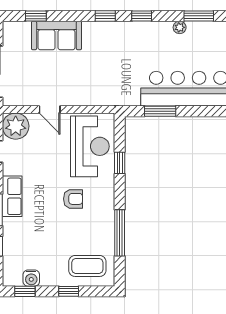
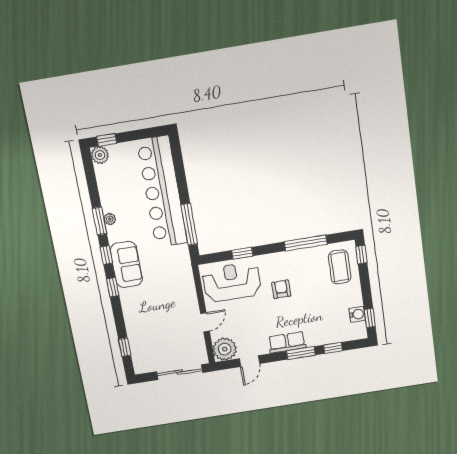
window: (199, 16) -> (99, 221), moved
sofa: (56, 35) -> (126, 265), moved
window: (160, 111) -> (189, 224), width x1.44
window: (69, 291) -> (361, 255), moved

